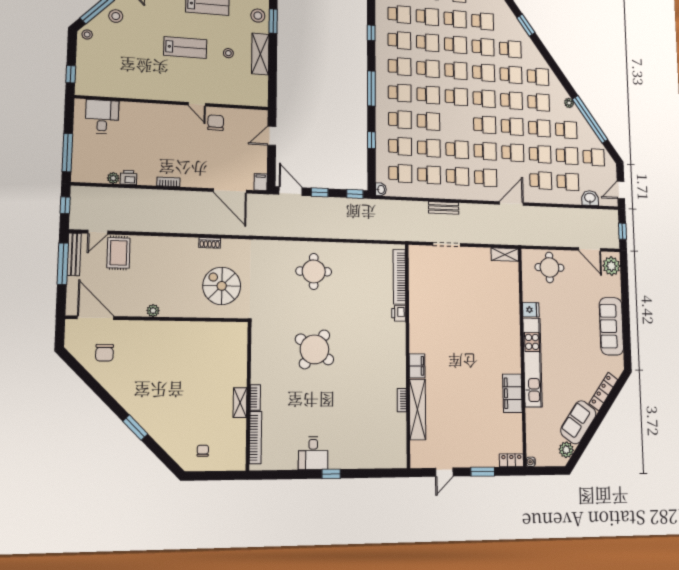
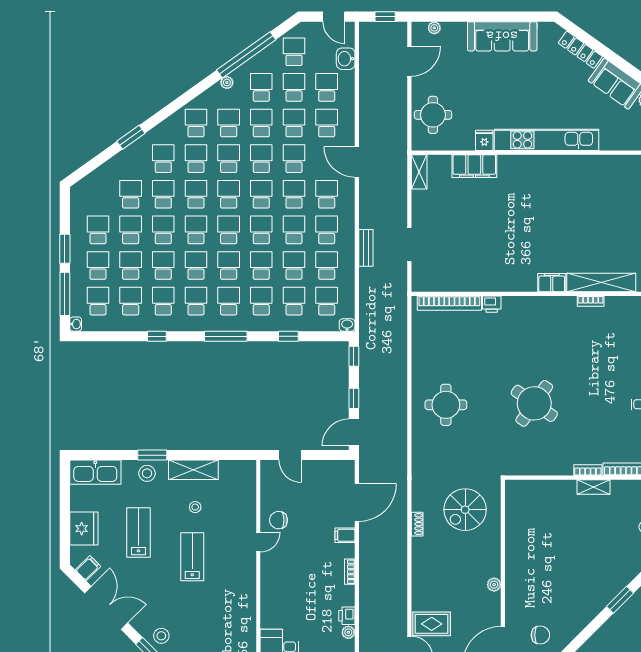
school desk: (457, 123) -> (261, 230), added
filing cabinet: (261, 182) -> (345, 535), moved
plant: (611, 266) -> (434, 28), width x0.53, depth x0.53
filing cabinet: (512, 393) -> (474, 166), moved

